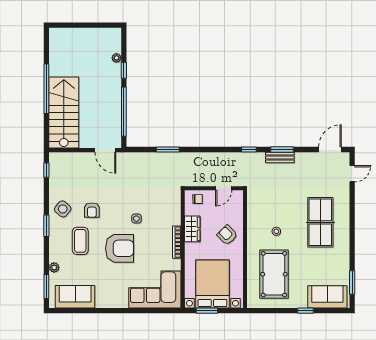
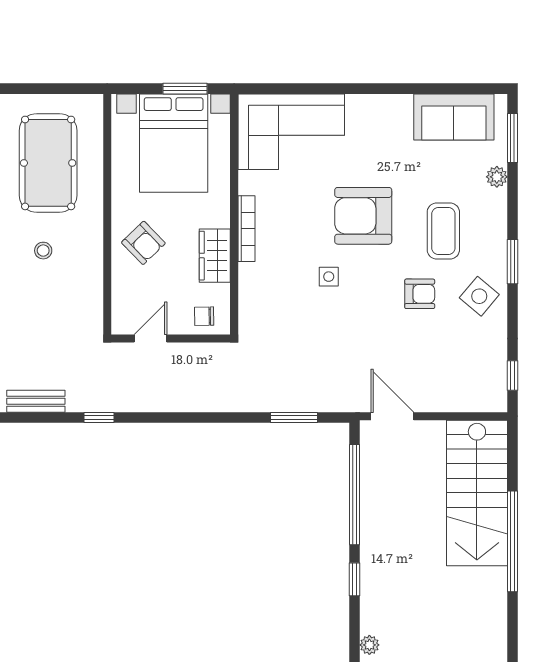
plant: (116, 58) -> (369, 645), moved
window: (168, 150) -> (294, 417), moved
window: (282, 150) -> (32, 417), removed
armchair: (92, 210) -> (420, 294), turned 90

